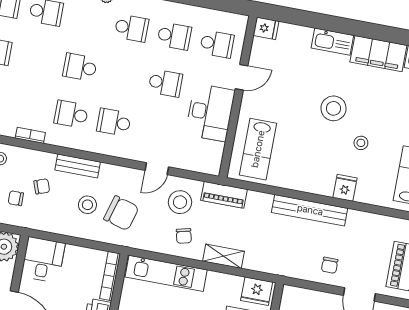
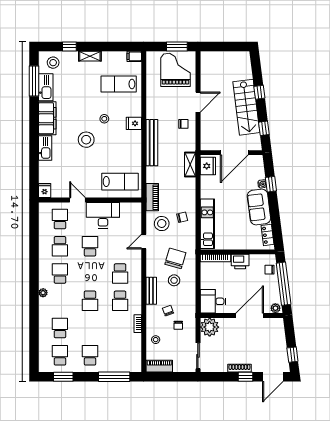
school desk: (174, 36) -> (60, 246), turned 180
door: (157, 169) -> (144, 242), swing flipped
shelving: (224, 256) -> (190, 165), moved

